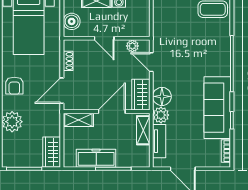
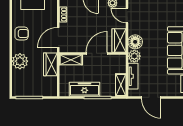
armchair: (14, 86) -> (22, 33), turned -90
shelving: (143, 130) -> (121, 85), moved
wardrobe: (52, 152) -> (50, 64), moved

